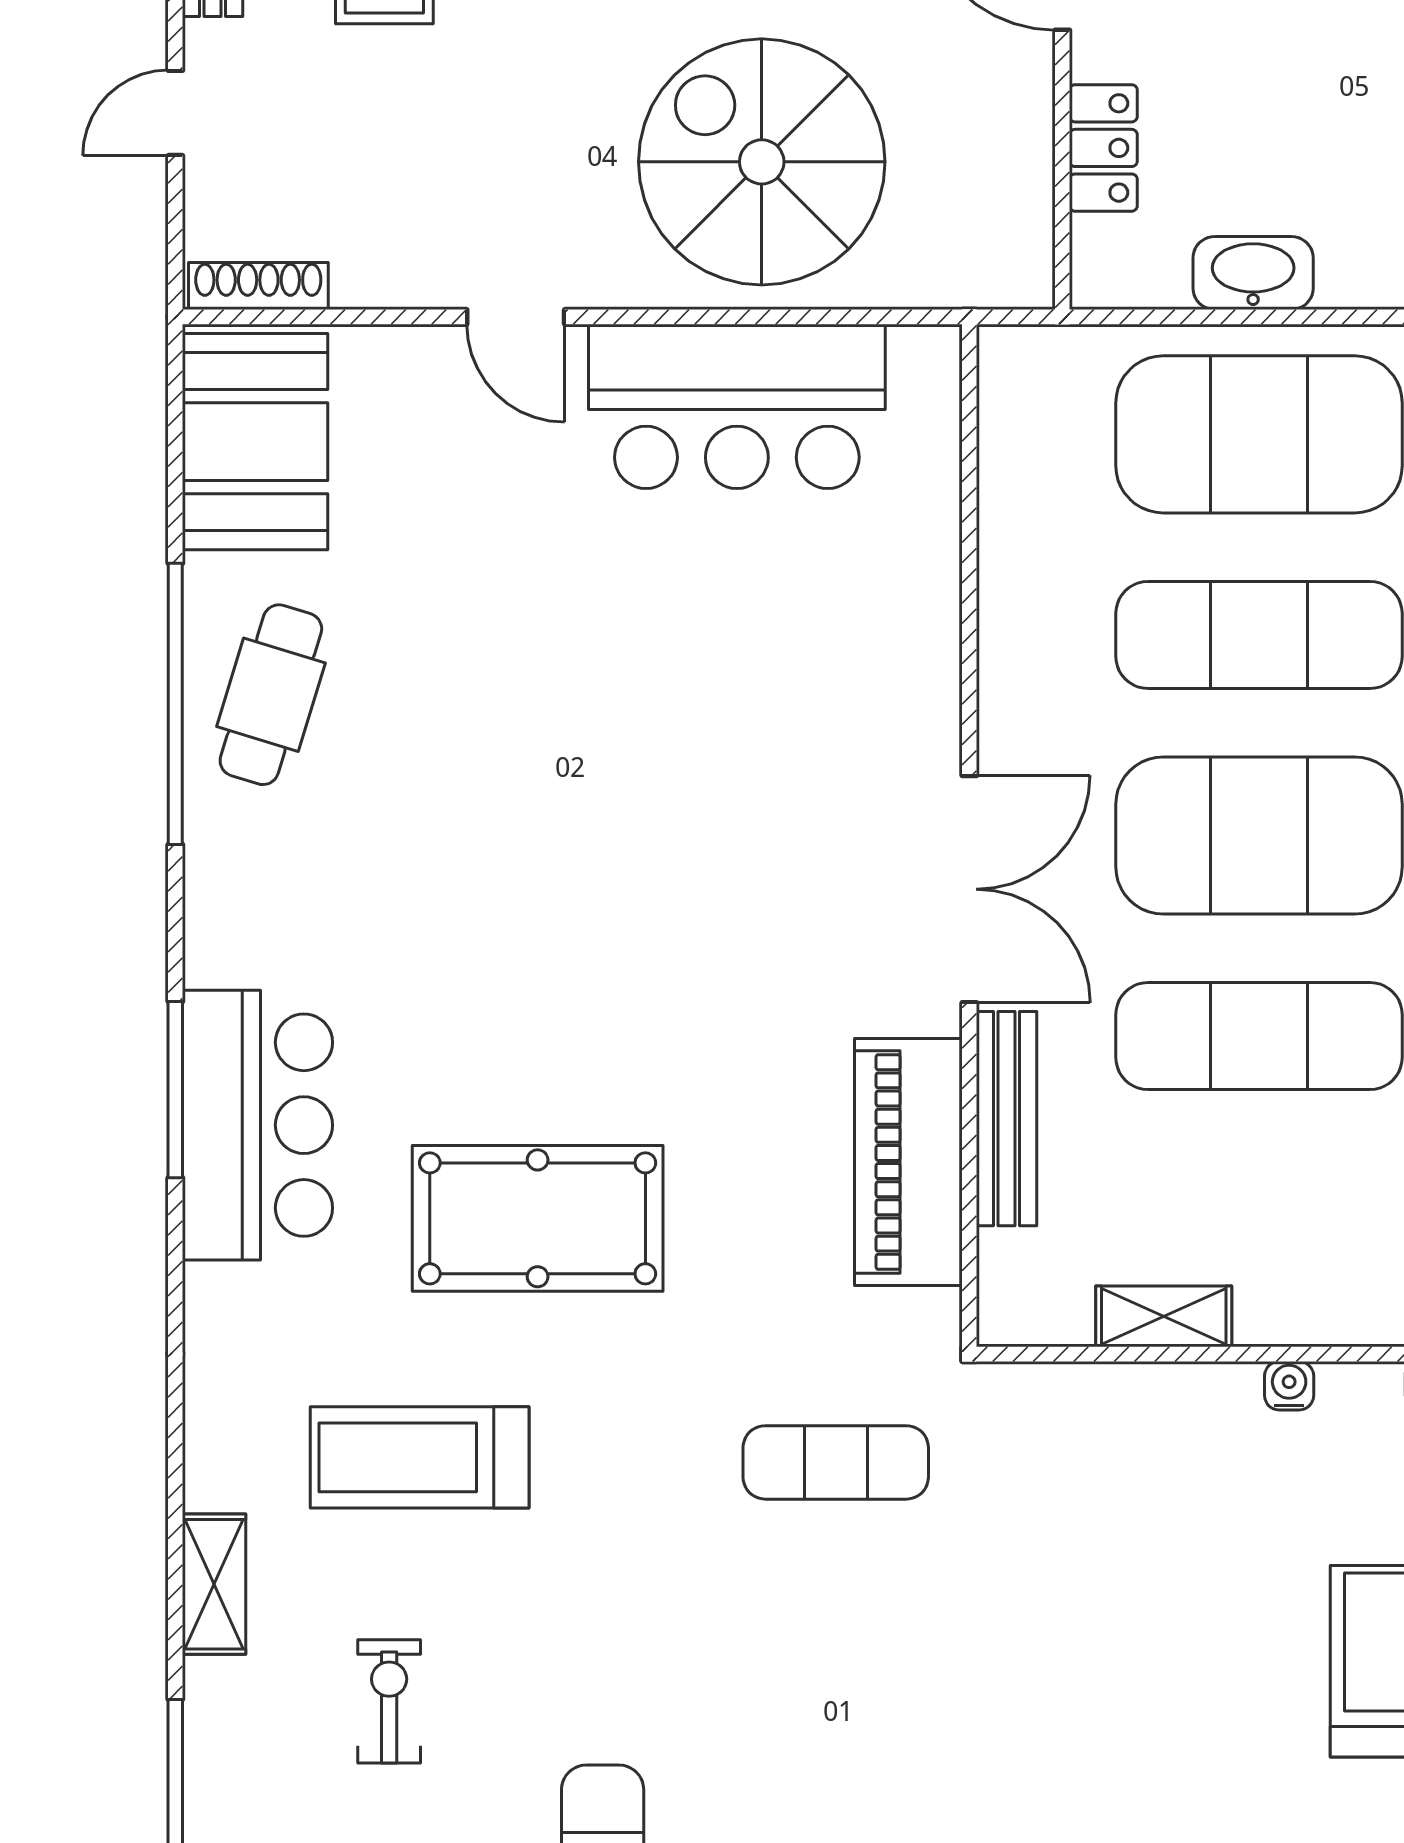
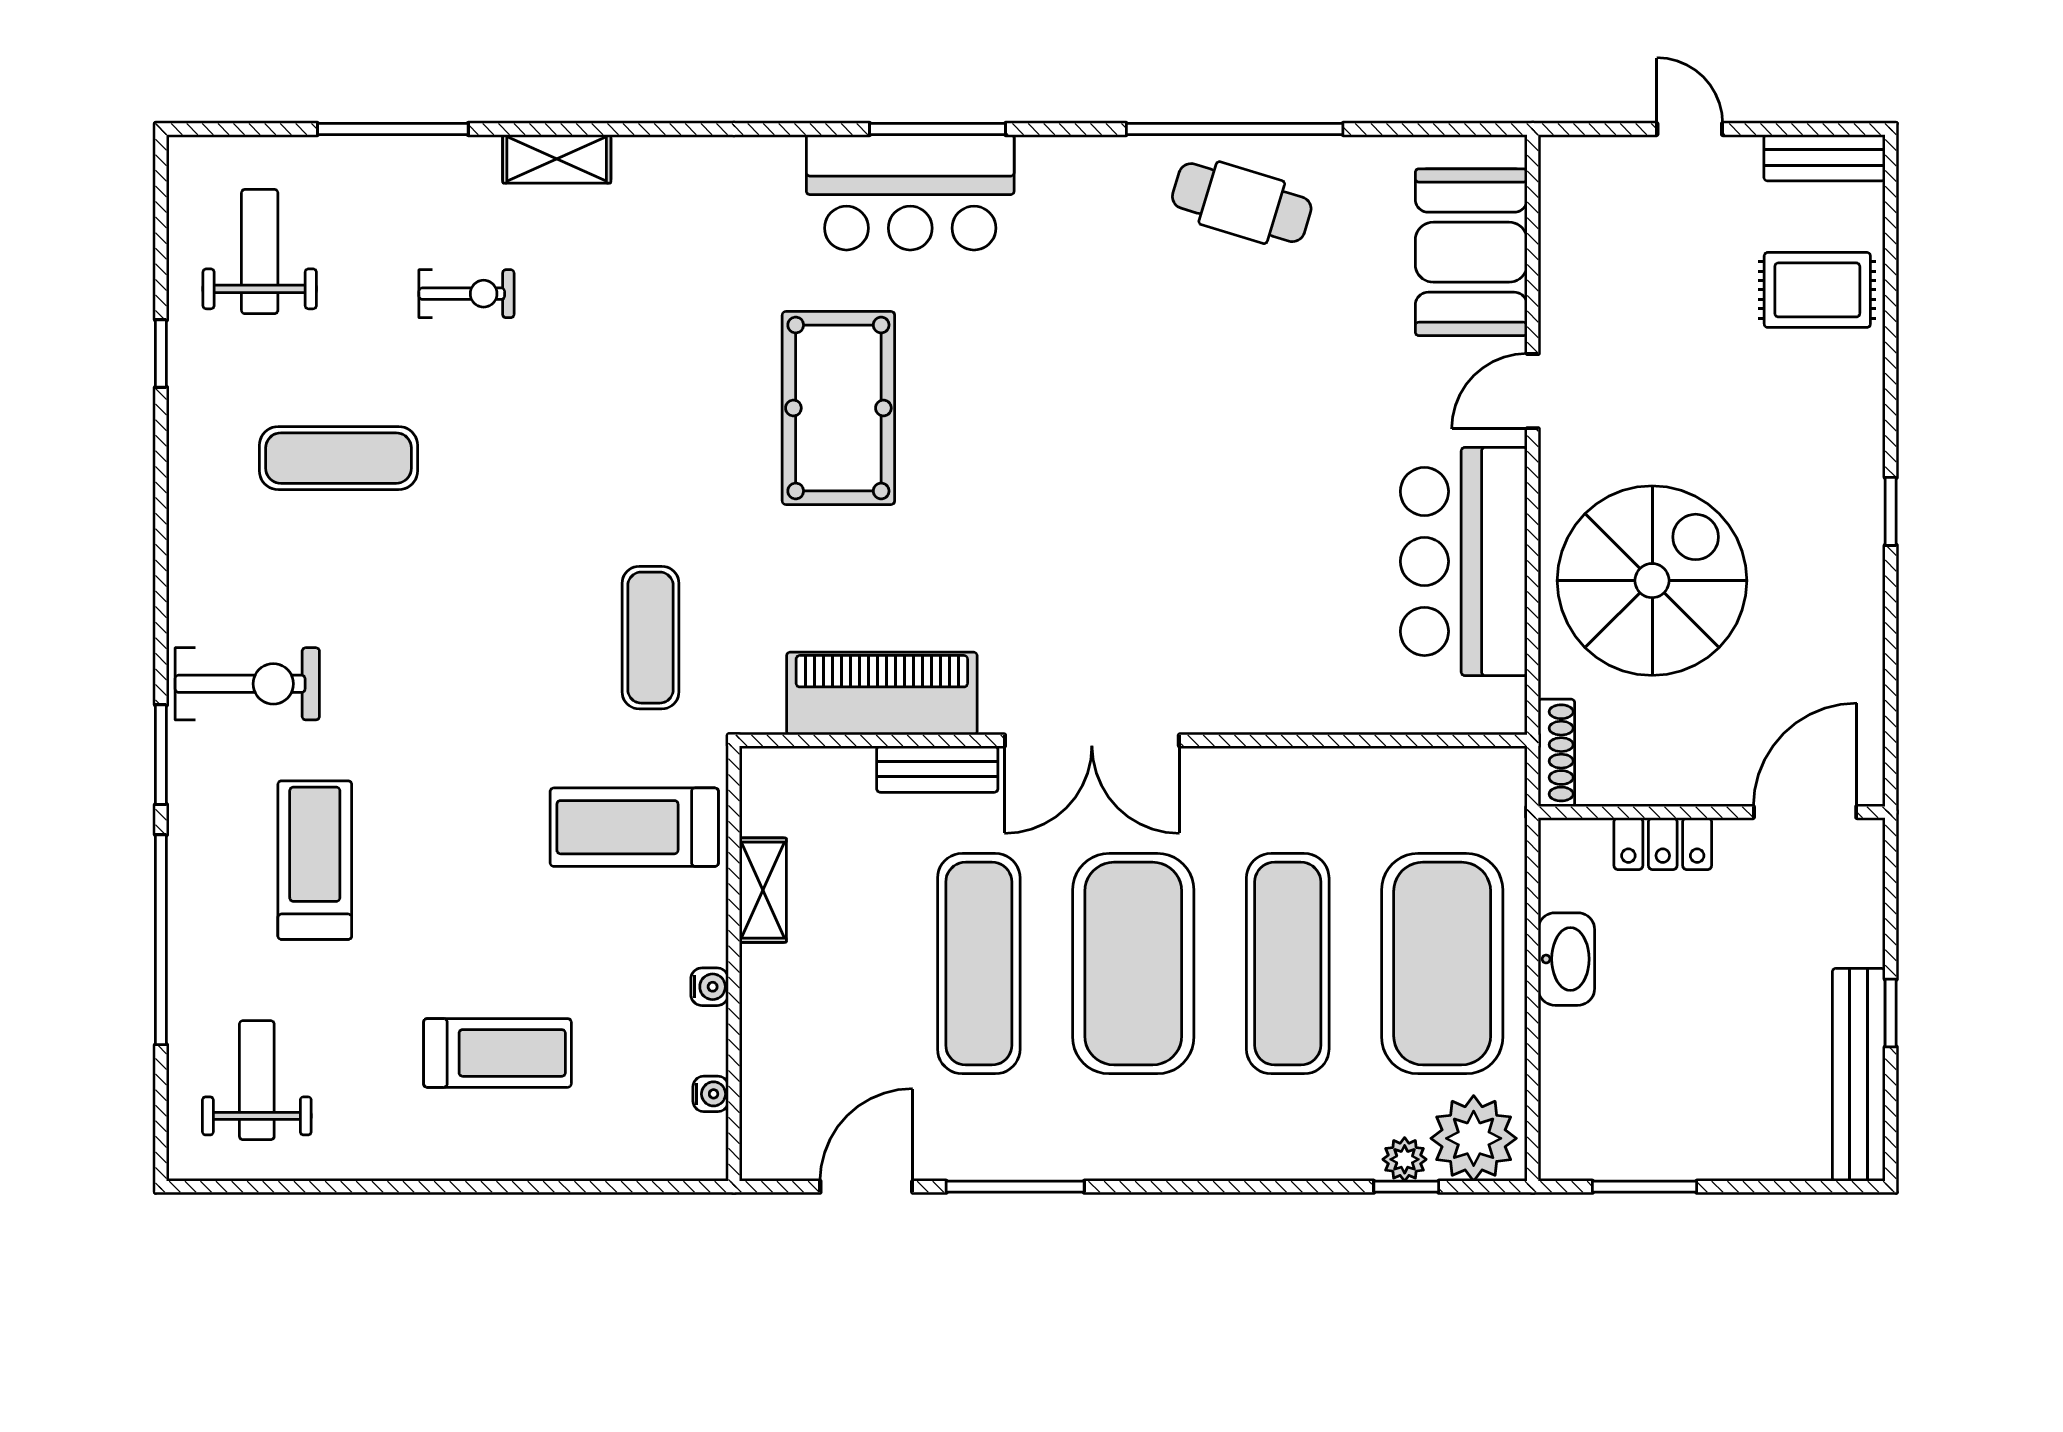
shoe rack: (258, 286) -> (1556, 753), moved
booth: (255, 442) -> (1471, 252), moved, turned 90
bench: (1007, 1119) -> (937, 769), width x0.73
treadmill: (420, 1457) -> (634, 827), moved, turned -90

